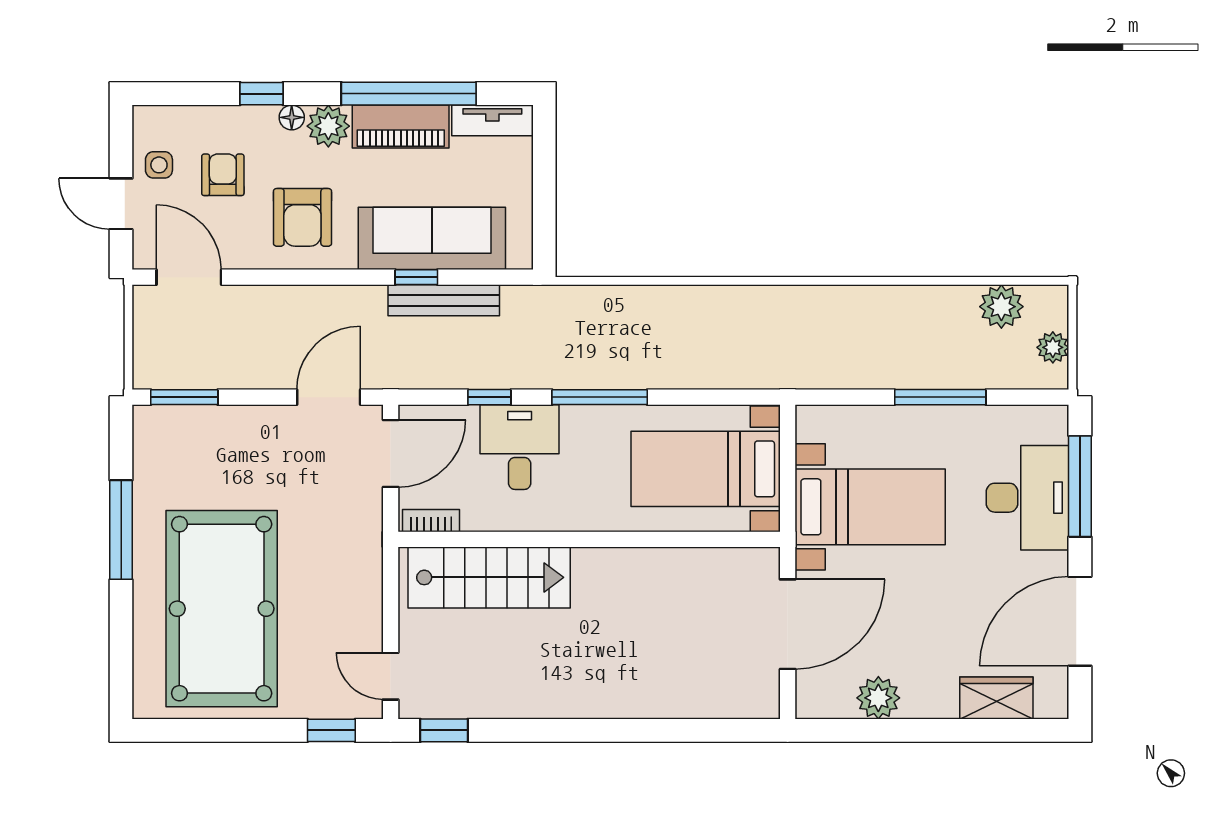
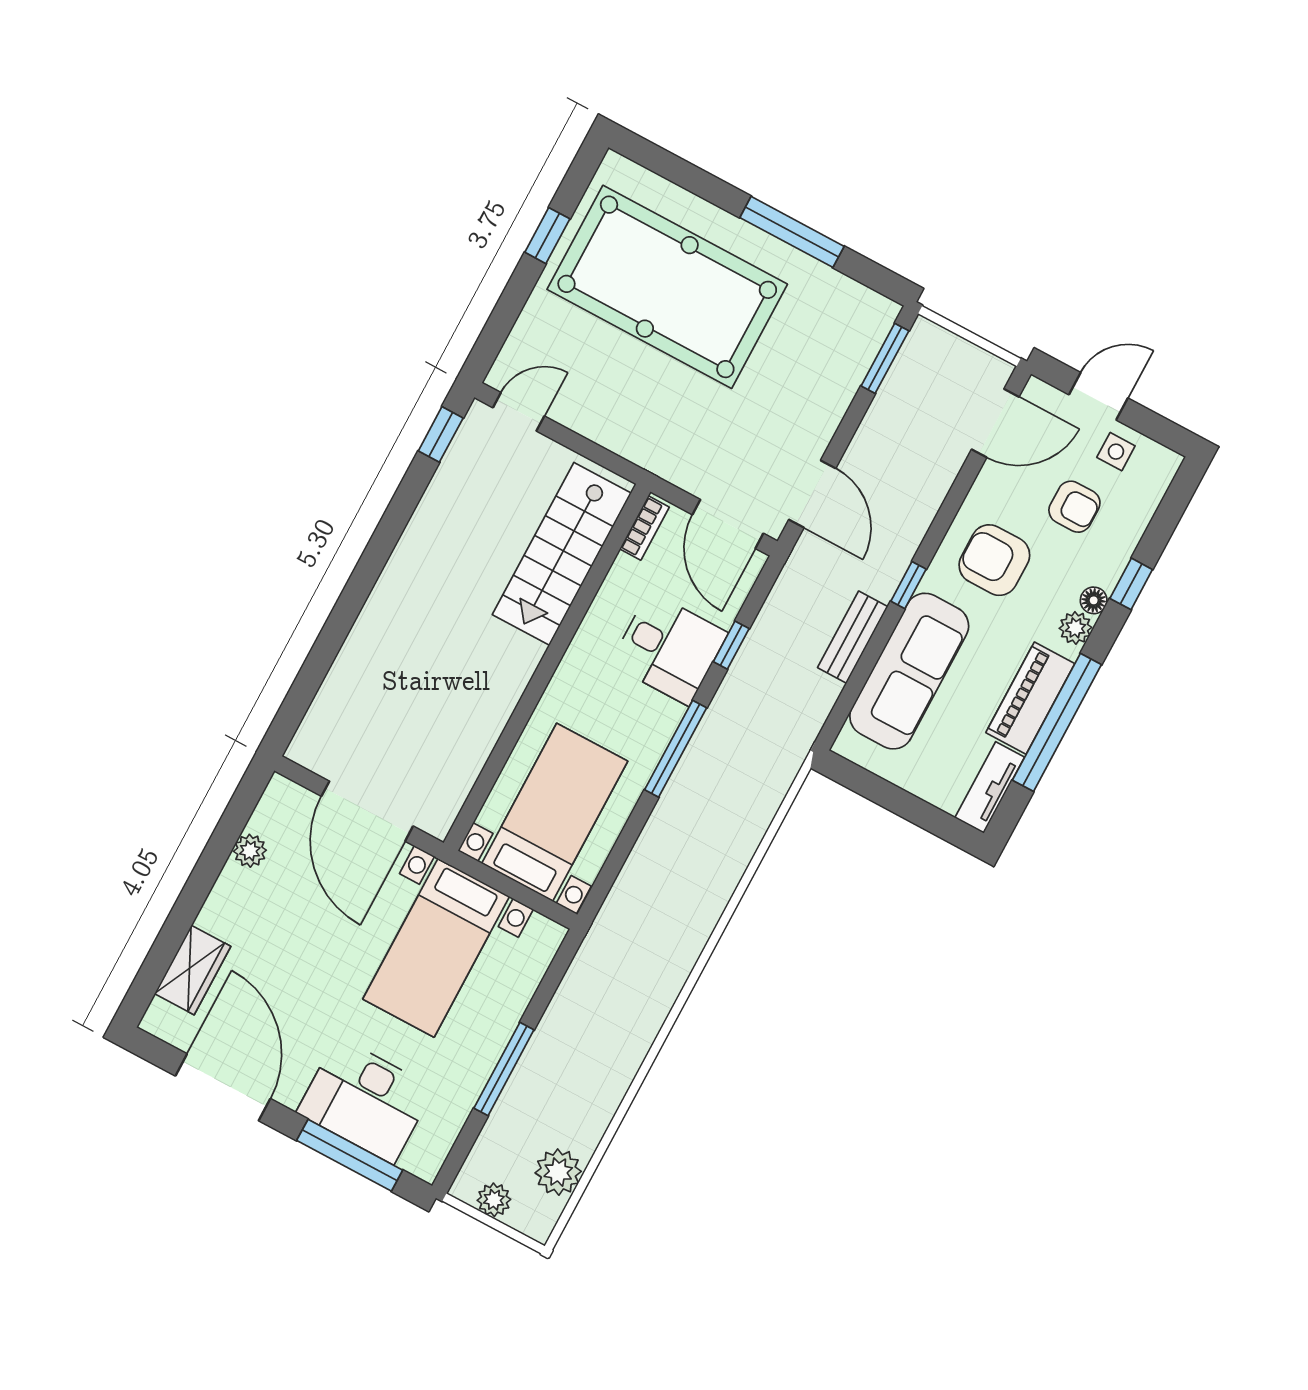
plant: (328, 126) -> (1075, 628), width x0.73, depth x0.73
window: (416, 277) -> (908, 585), moved
bench: (444, 300) -> (853, 637), width x0.73
plant: (878, 698) -> (250, 851), width x0.73, depth x0.73
window: (331, 730) -> (547, 236), moved

